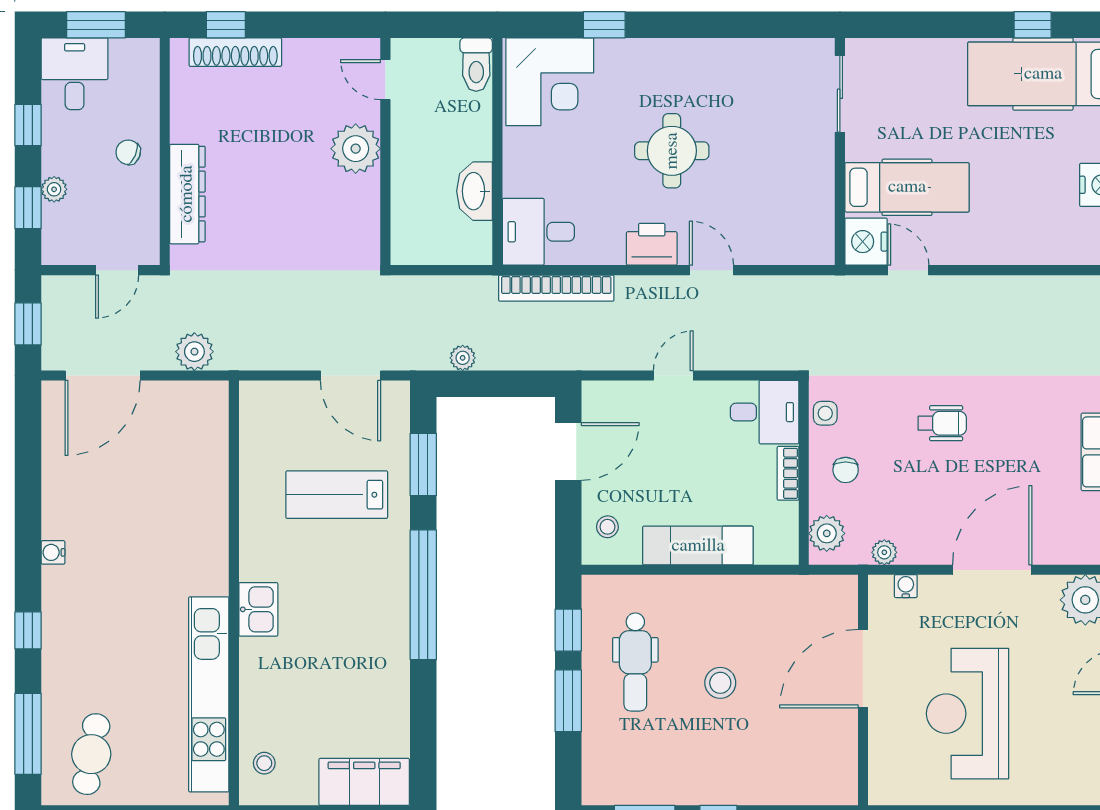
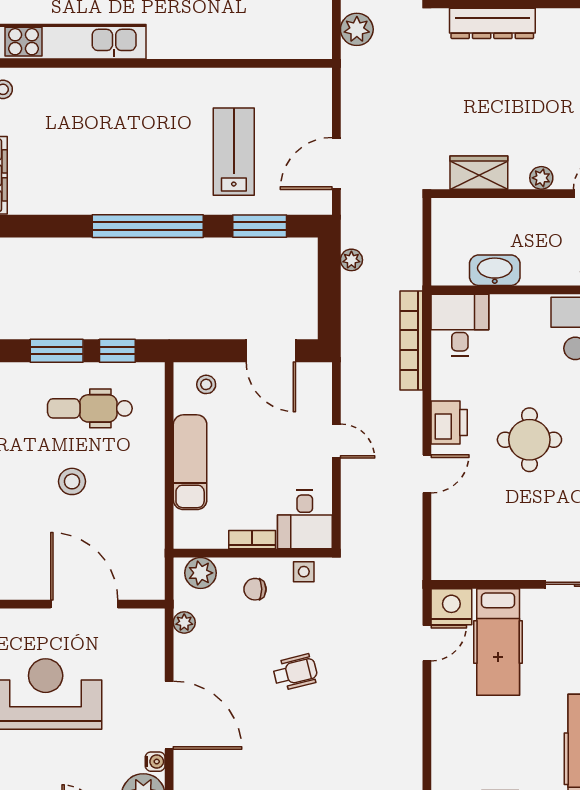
plant: (356, 149) -> (541, 178), width x0.53, depth x0.53
wardrobe: (361, 210) -> (479, 173), added
wheelchair: (942, 423) -> (295, 672), turned -104
water cooler: (906, 586) -> (155, 762), moved
kitchen sink: (258, 609) -> (135, 84), removed

